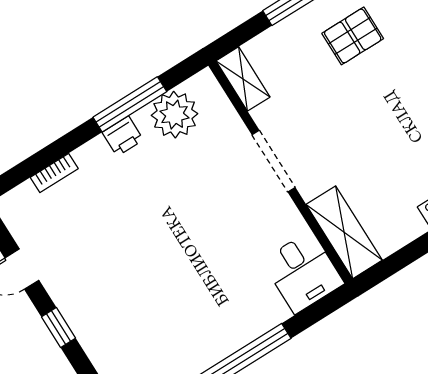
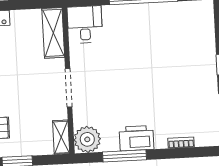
plant: (175, 115) -> (87, 139), moved
printer: (123, 136) -> (137, 138), width x1.87, depth x1.48

